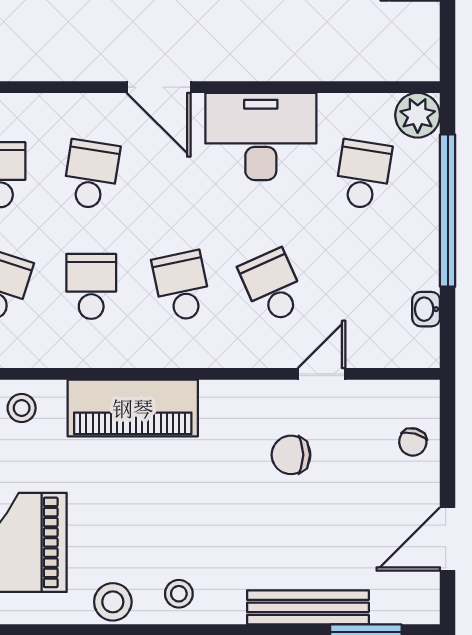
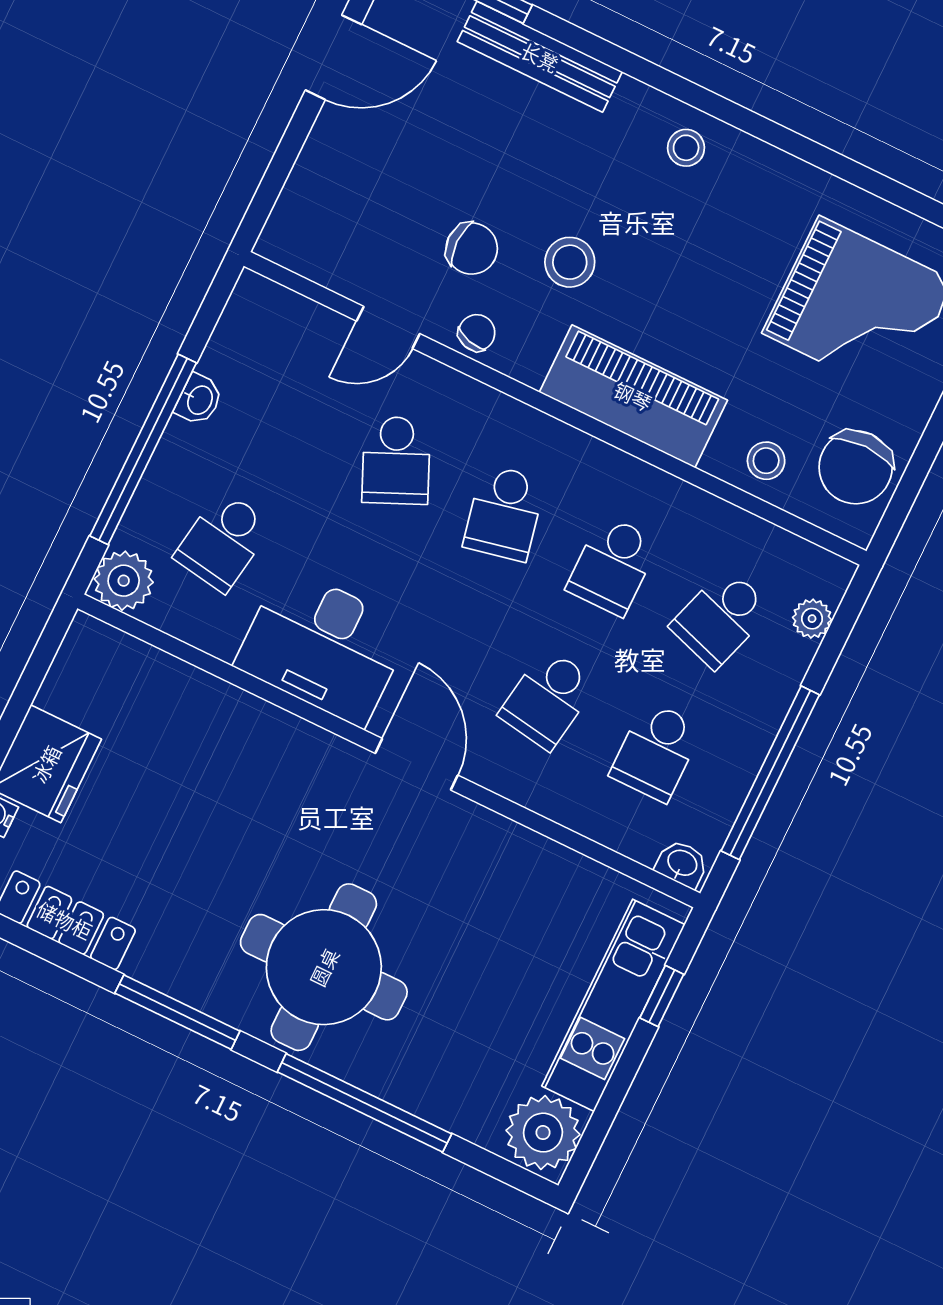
washbasin: (426, 309) -> (199, 400), moved
chair: (413, 442) -> (477, 333), moved
stool: (113, 602) -> (570, 262), moved

